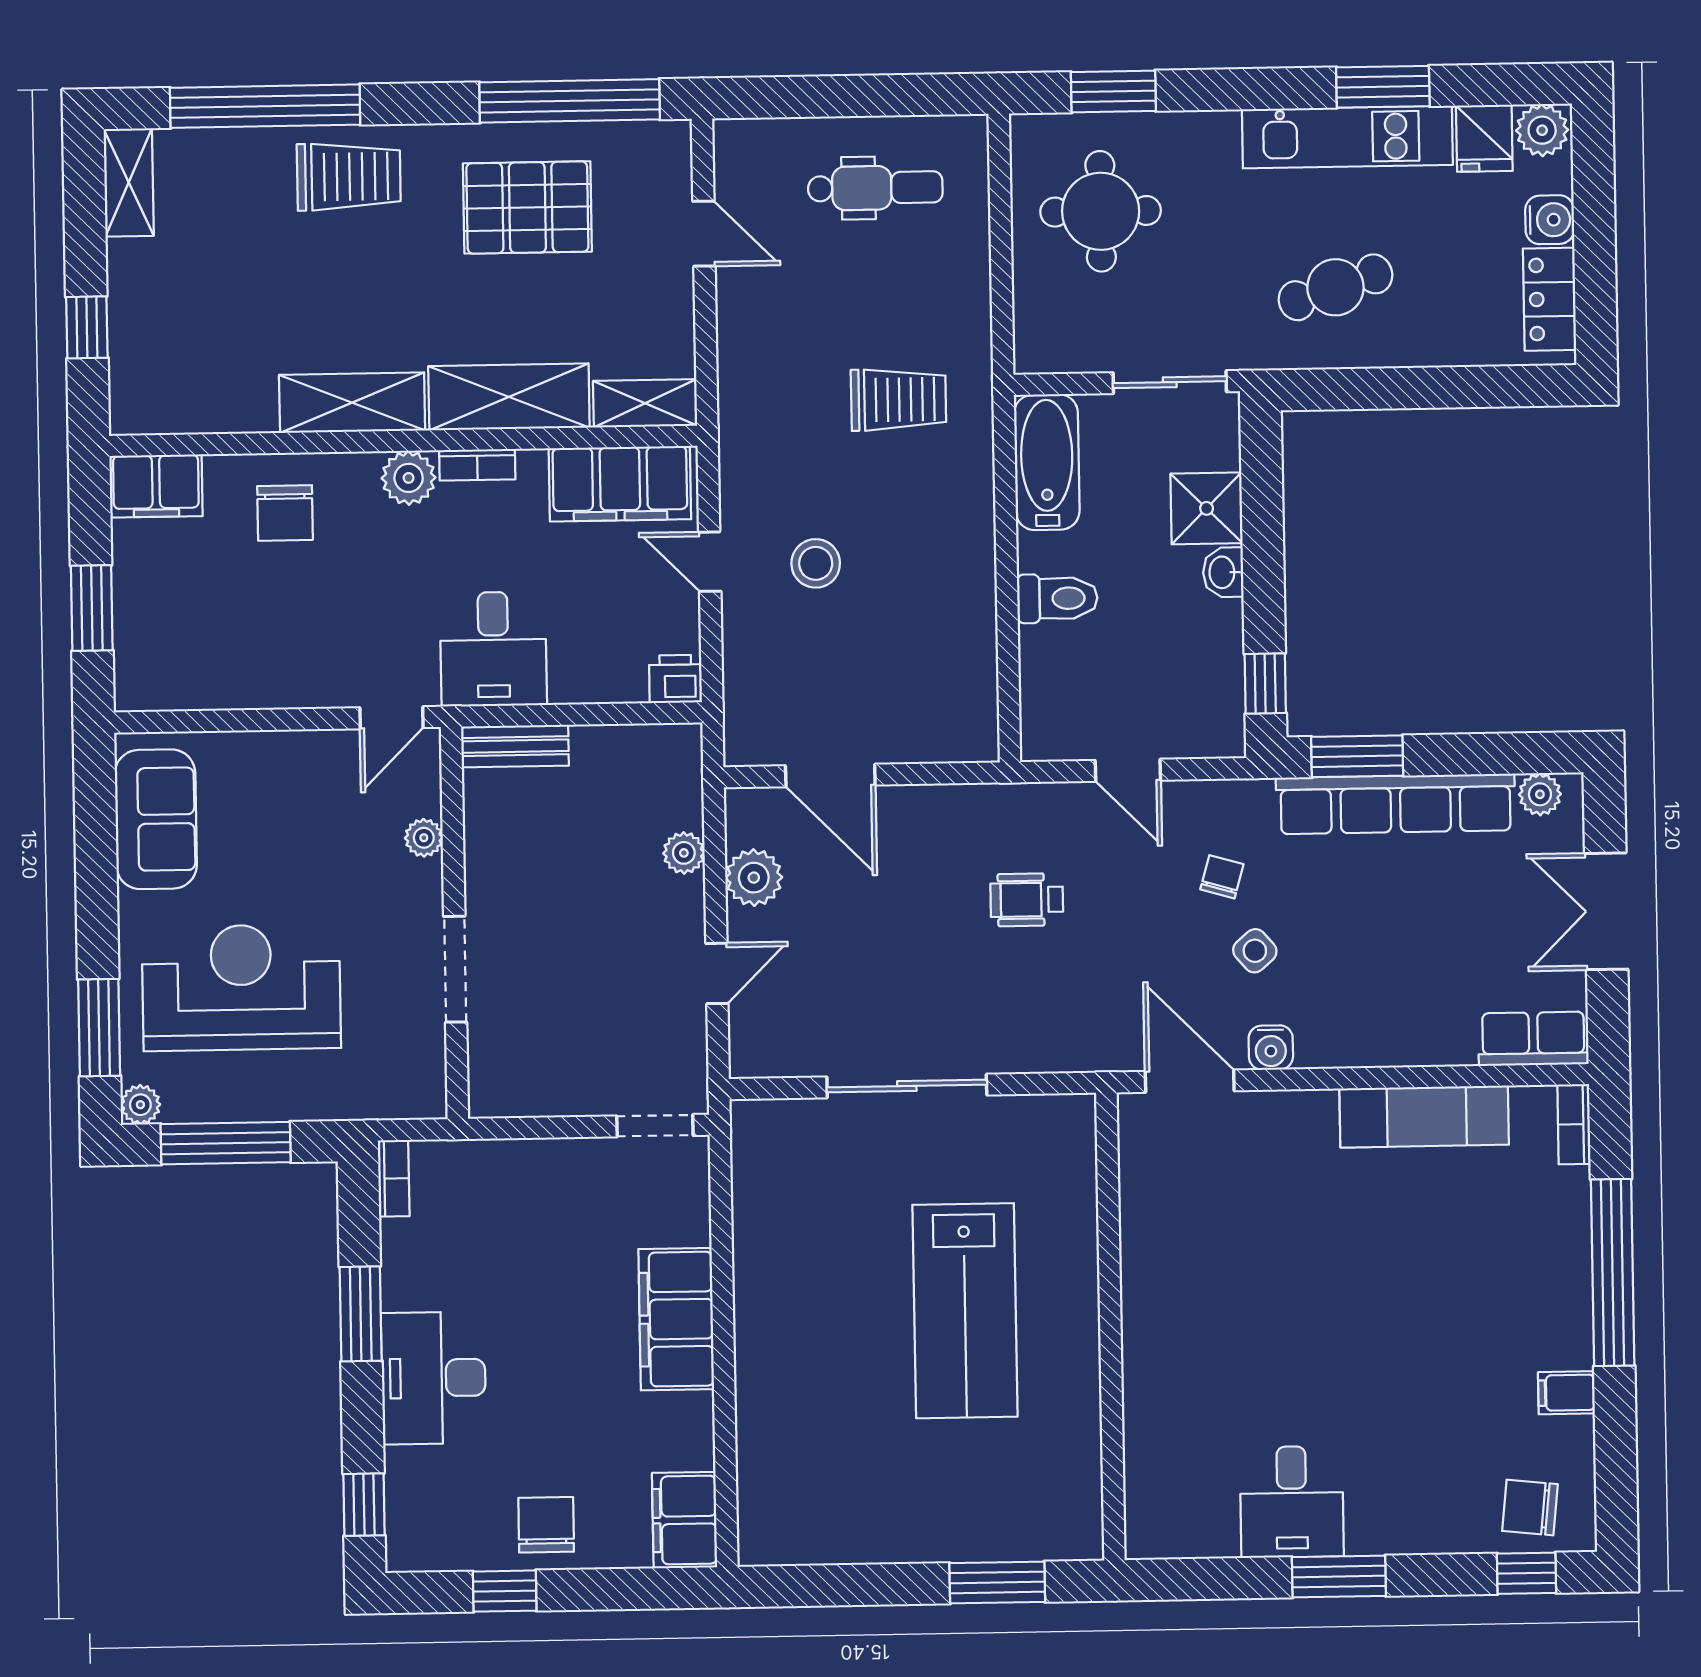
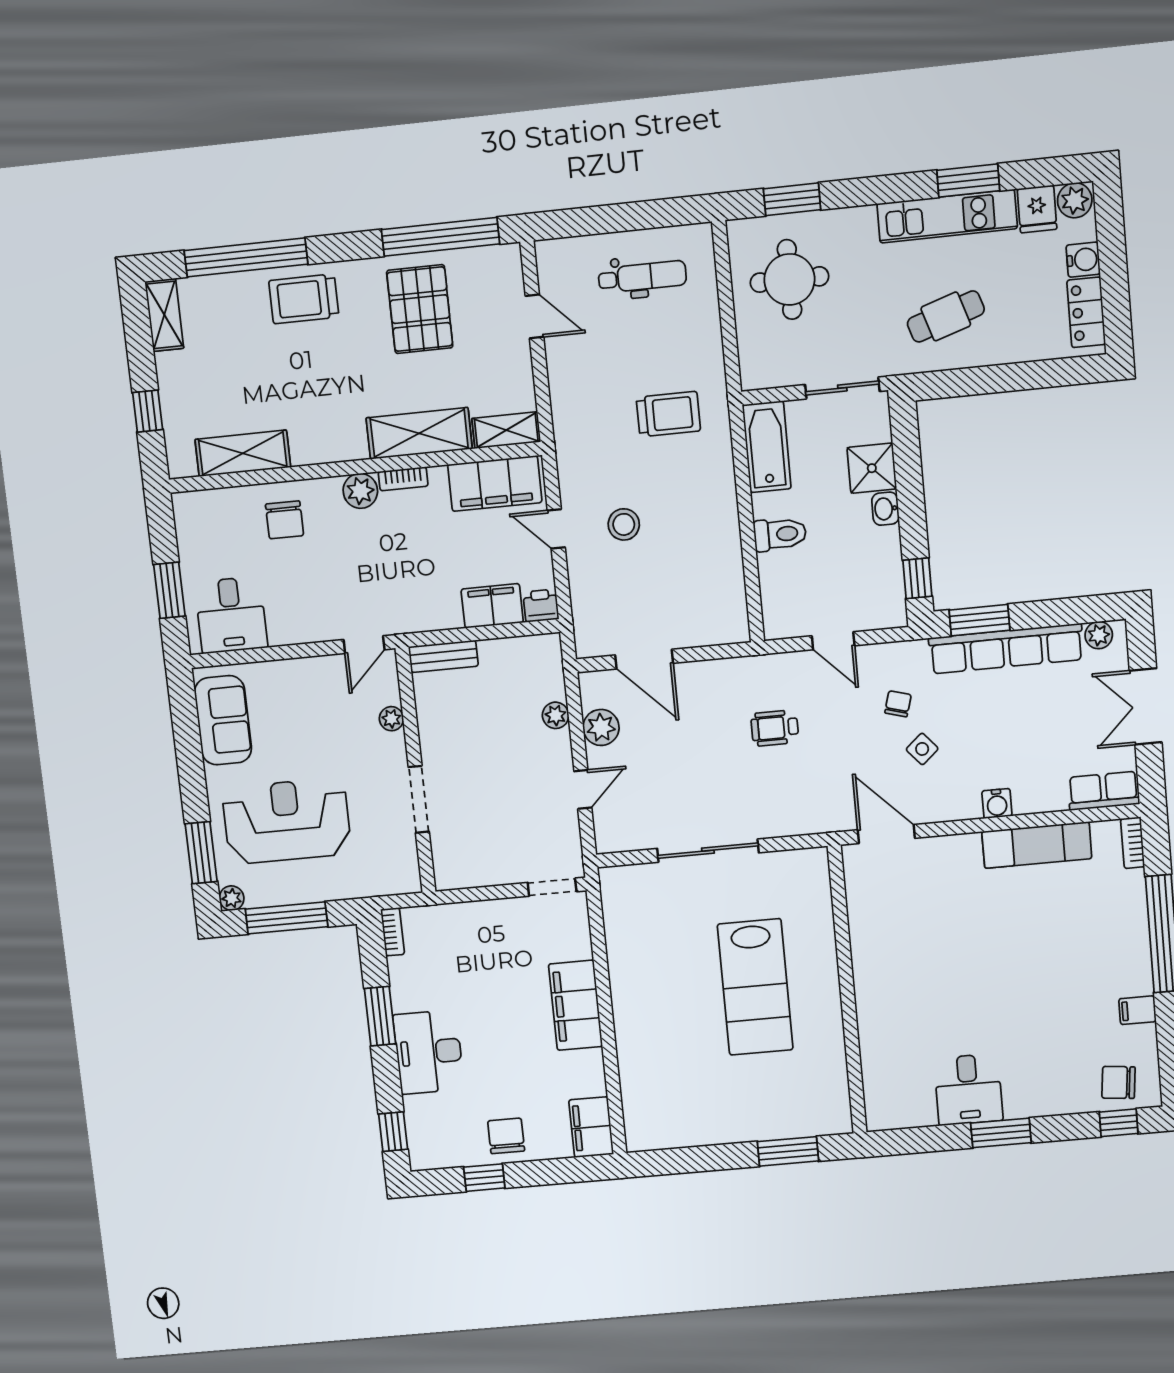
trolley: (349, 177) -> (304, 299), turned 180
pallet: (527, 207) -> (420, 309), turned 90
shelving: (352, 403) -> (243, 453), moved
filing cabinet: (156, 486) -> (492, 606), moved, turned 180
desk: (493, 649) -> (231, 615), moved
water cooler: (1271, 1048) -> (997, 803), moved

